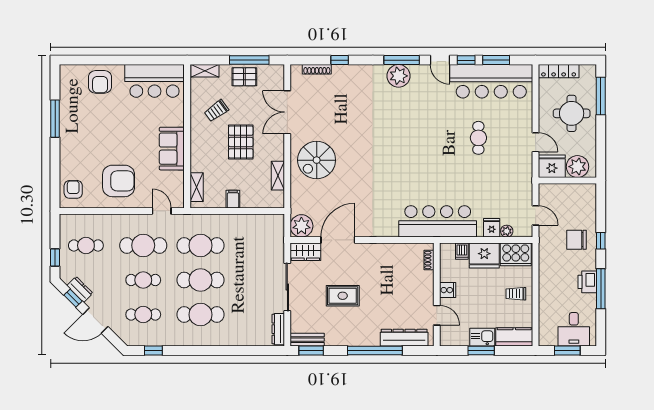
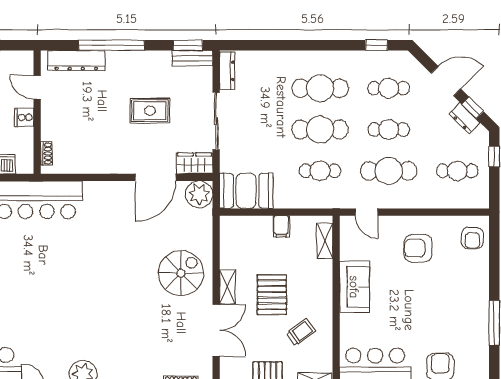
shelving: (278, 176) -> (227, 287), moved
armchair: (119, 181) -> (418, 248), width x0.73, depth x0.73
booth: (262, 229) -> (246, 191), added
cafe table: (201, 245) -> (320, 171), width x0.73, depth x0.74

